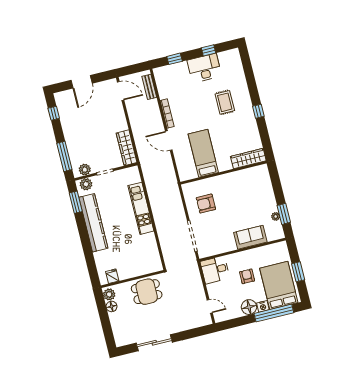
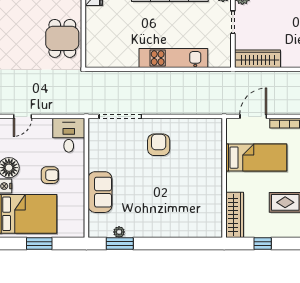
bed: (203, 153) -> (256, 158), moved
wardrobe: (248, 159) -> (235, 215), moved
wall: (224, 173) -> (224, 178), moved

